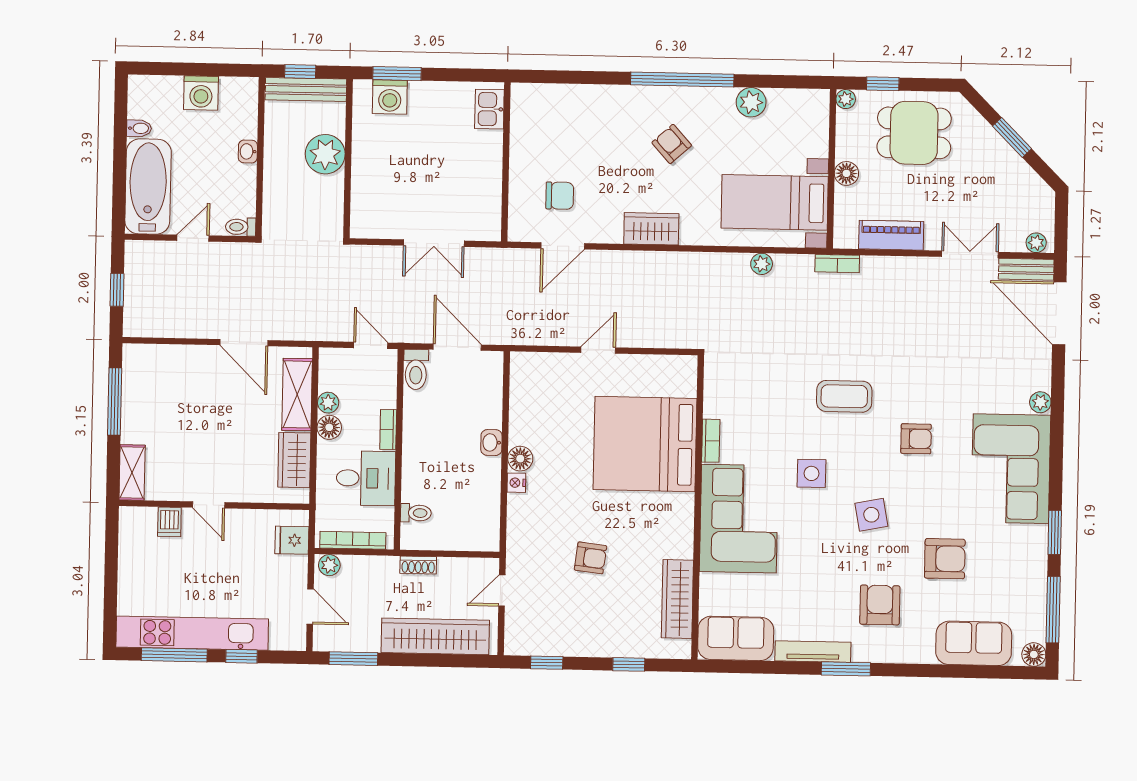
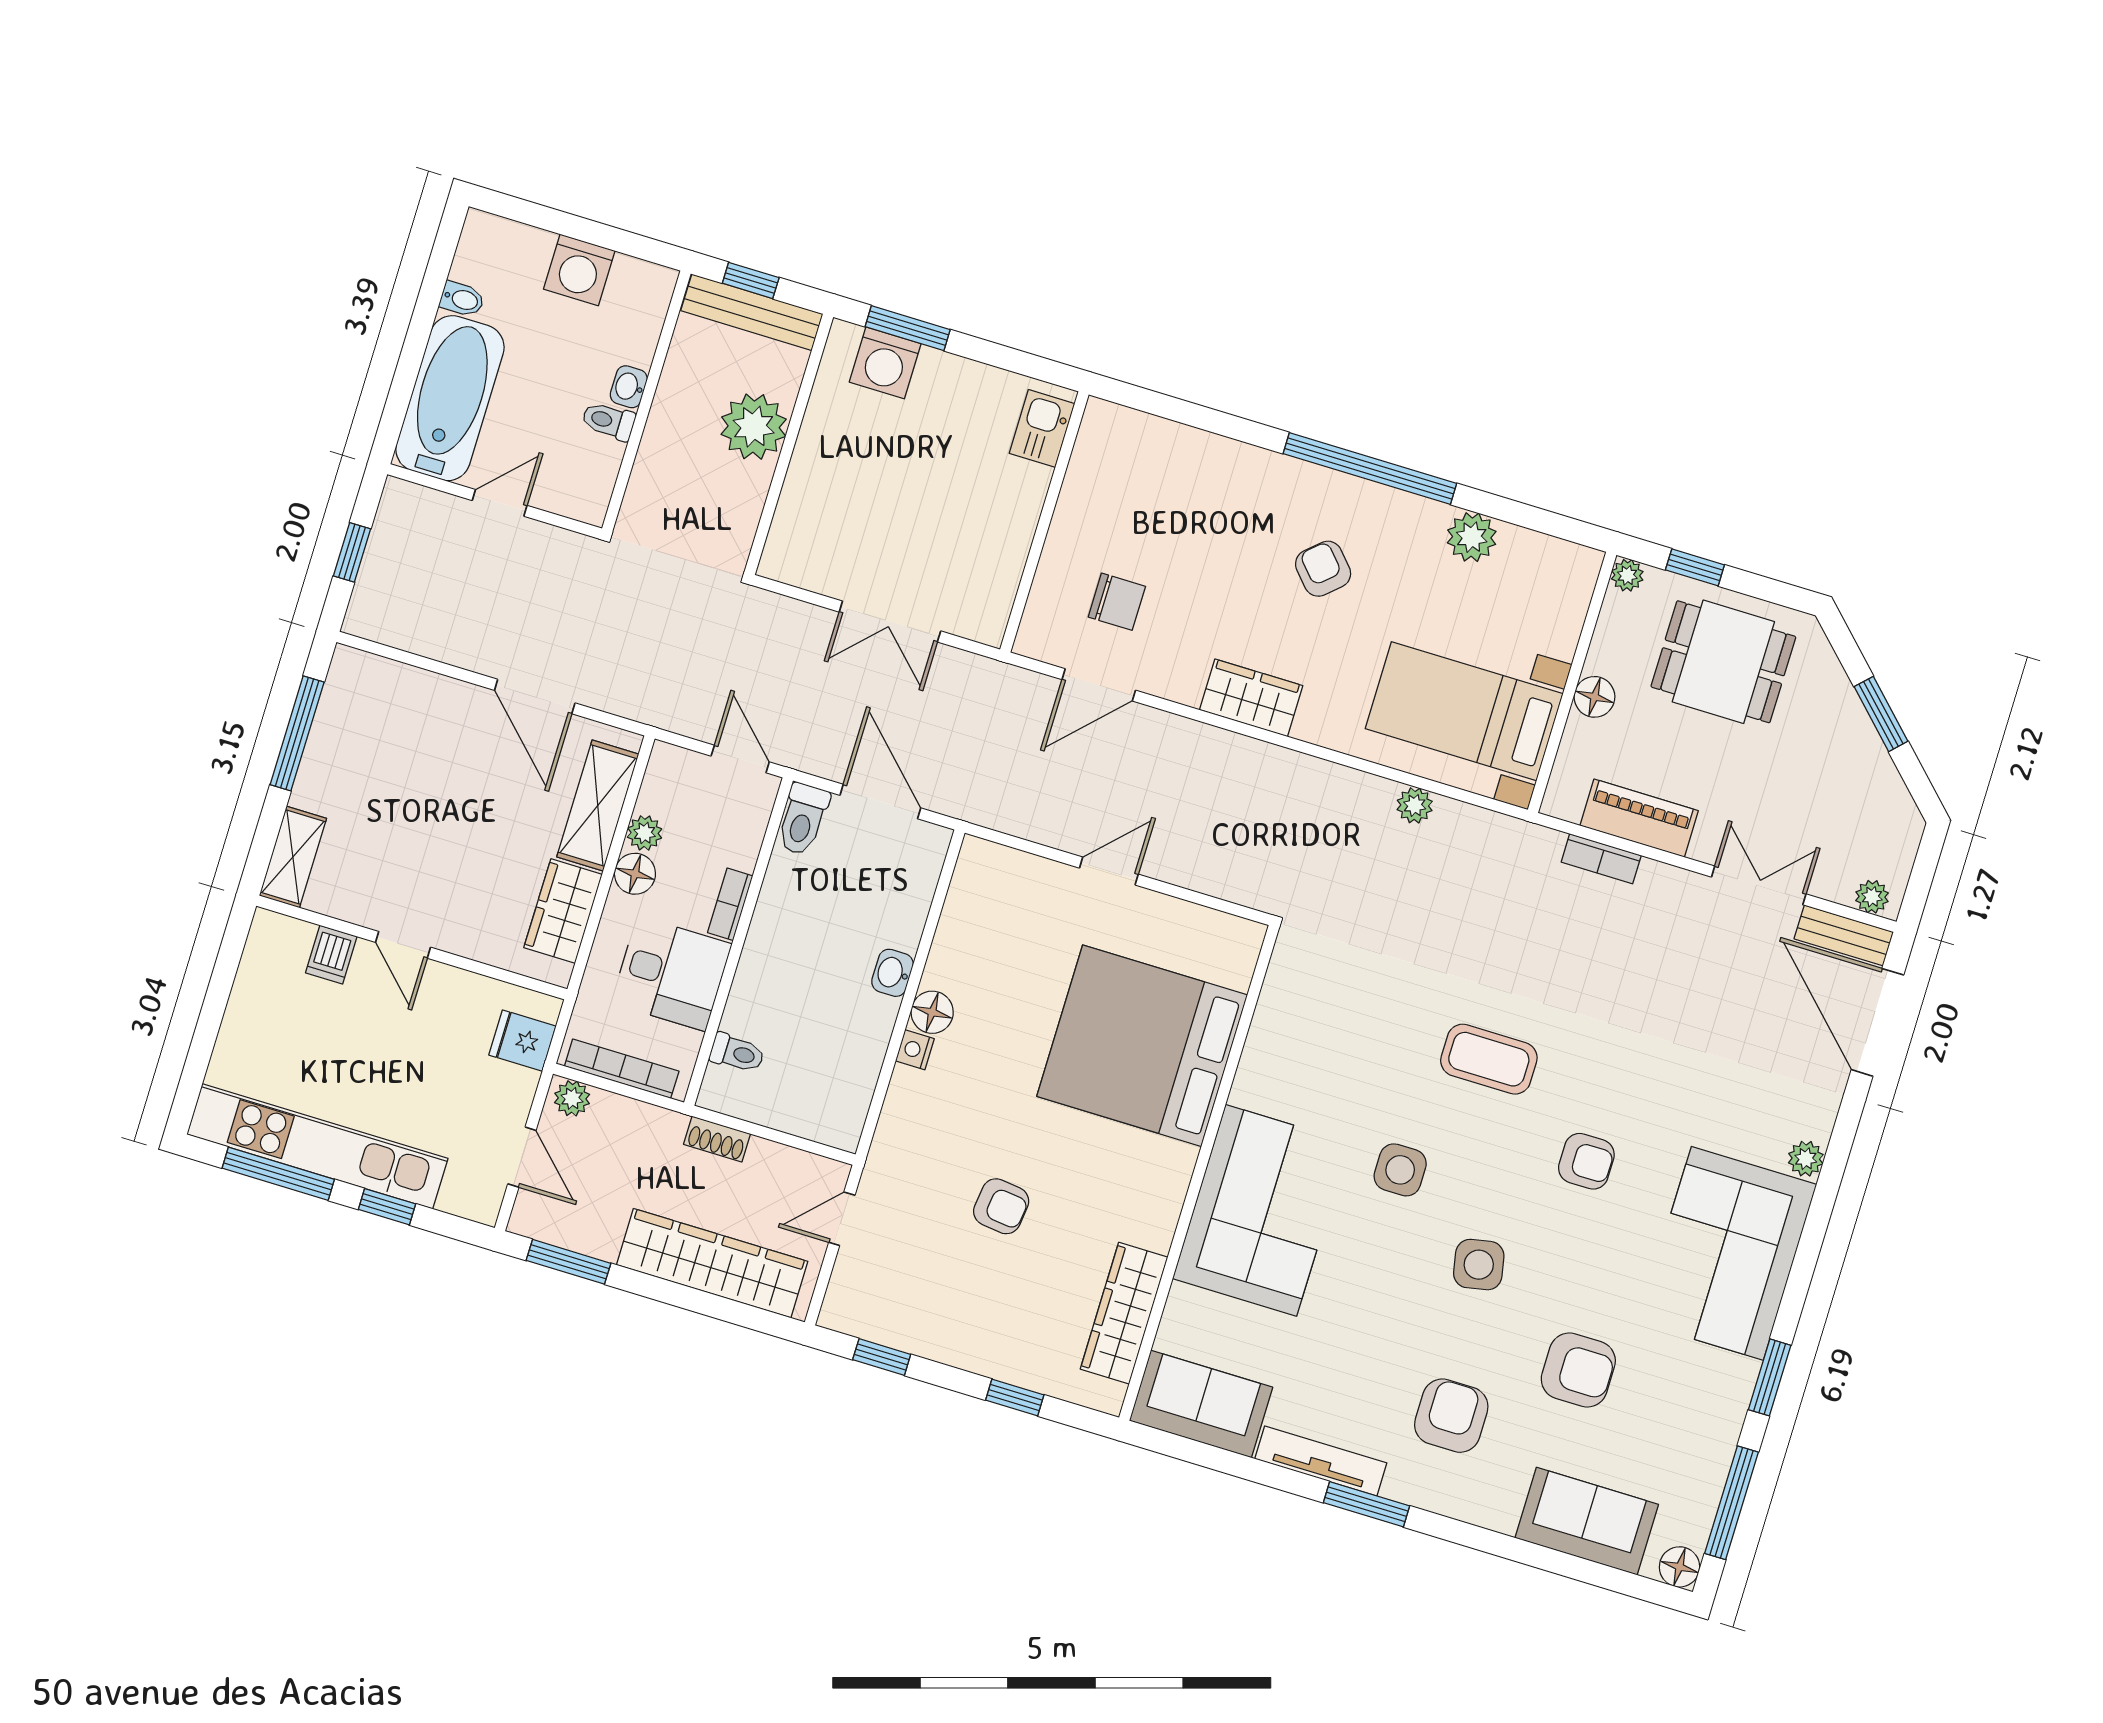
toilet: (241, 227) -> (608, 421), moved
bookcase: (837, 264) -> (1601, 859), moved
bookcase: (711, 441) -> (1251, 1070), removed

